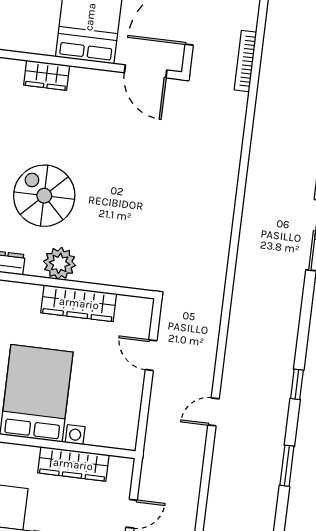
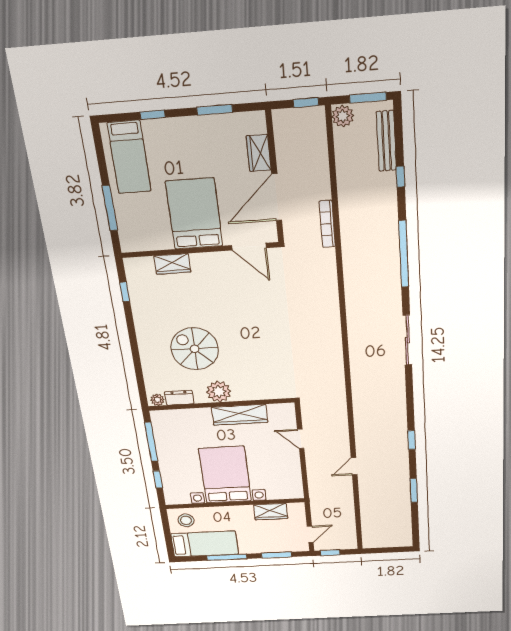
wardrobe: (73, 464) -> (271, 512), width x0.67

